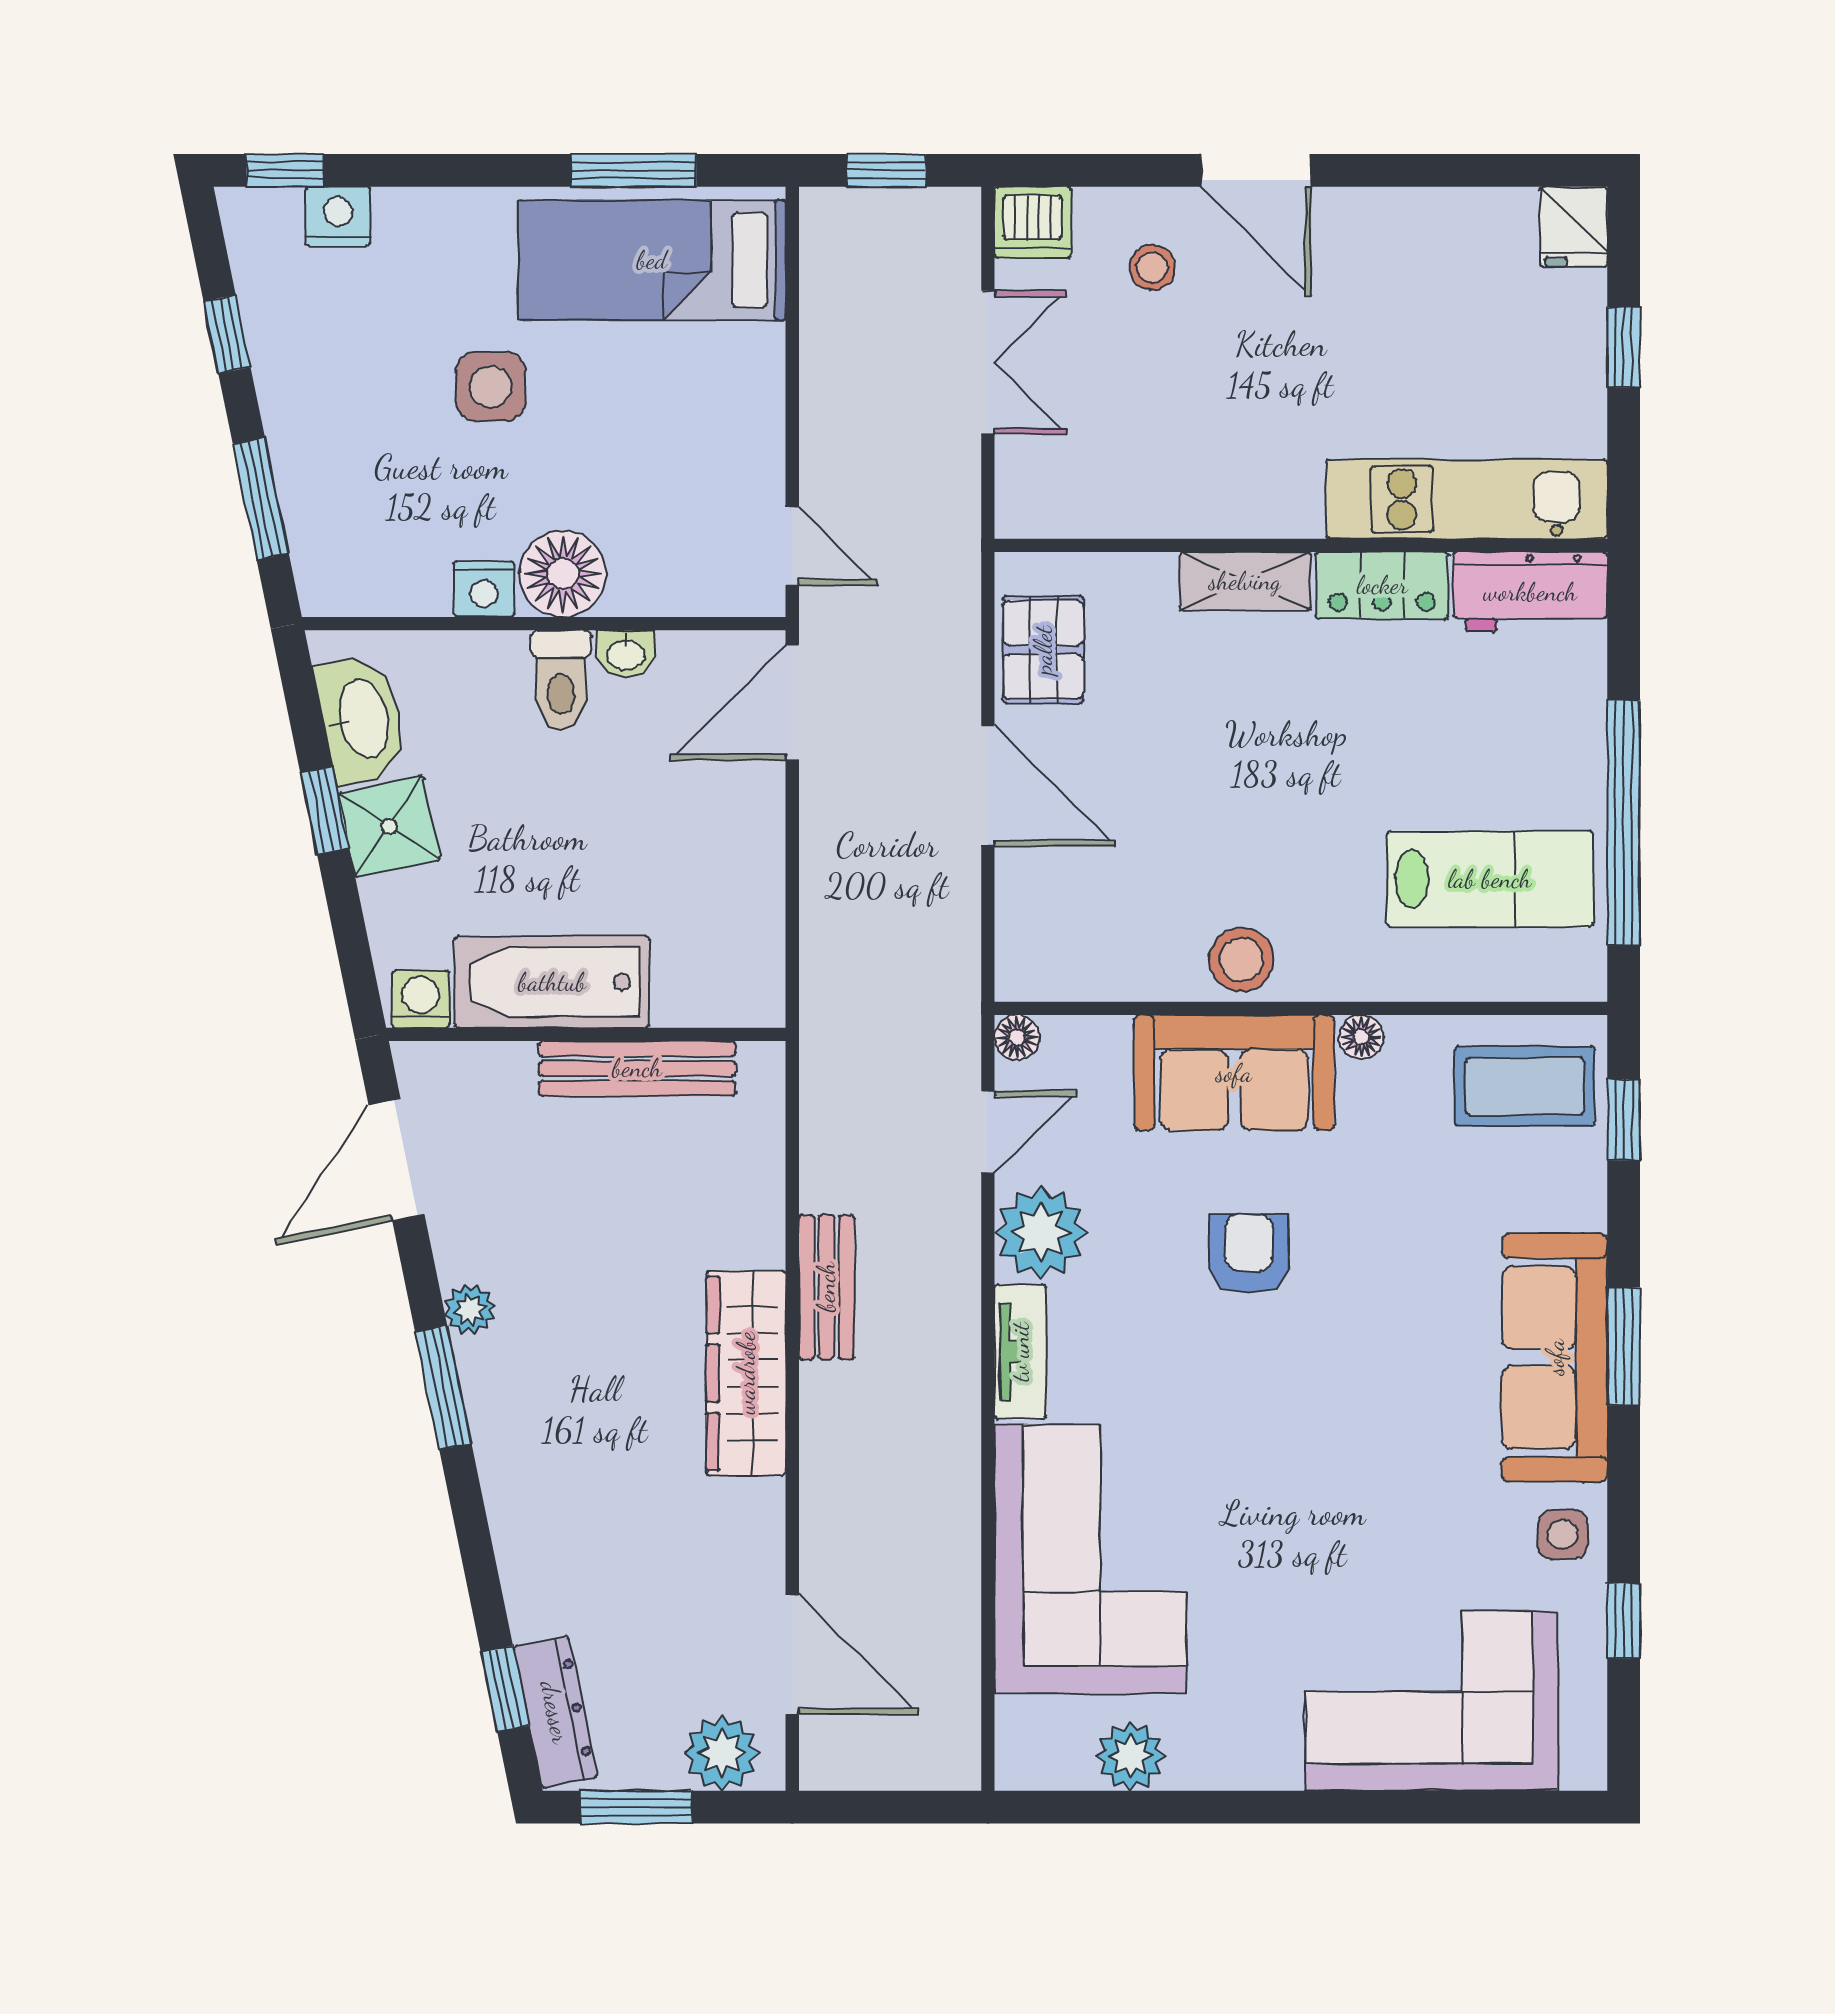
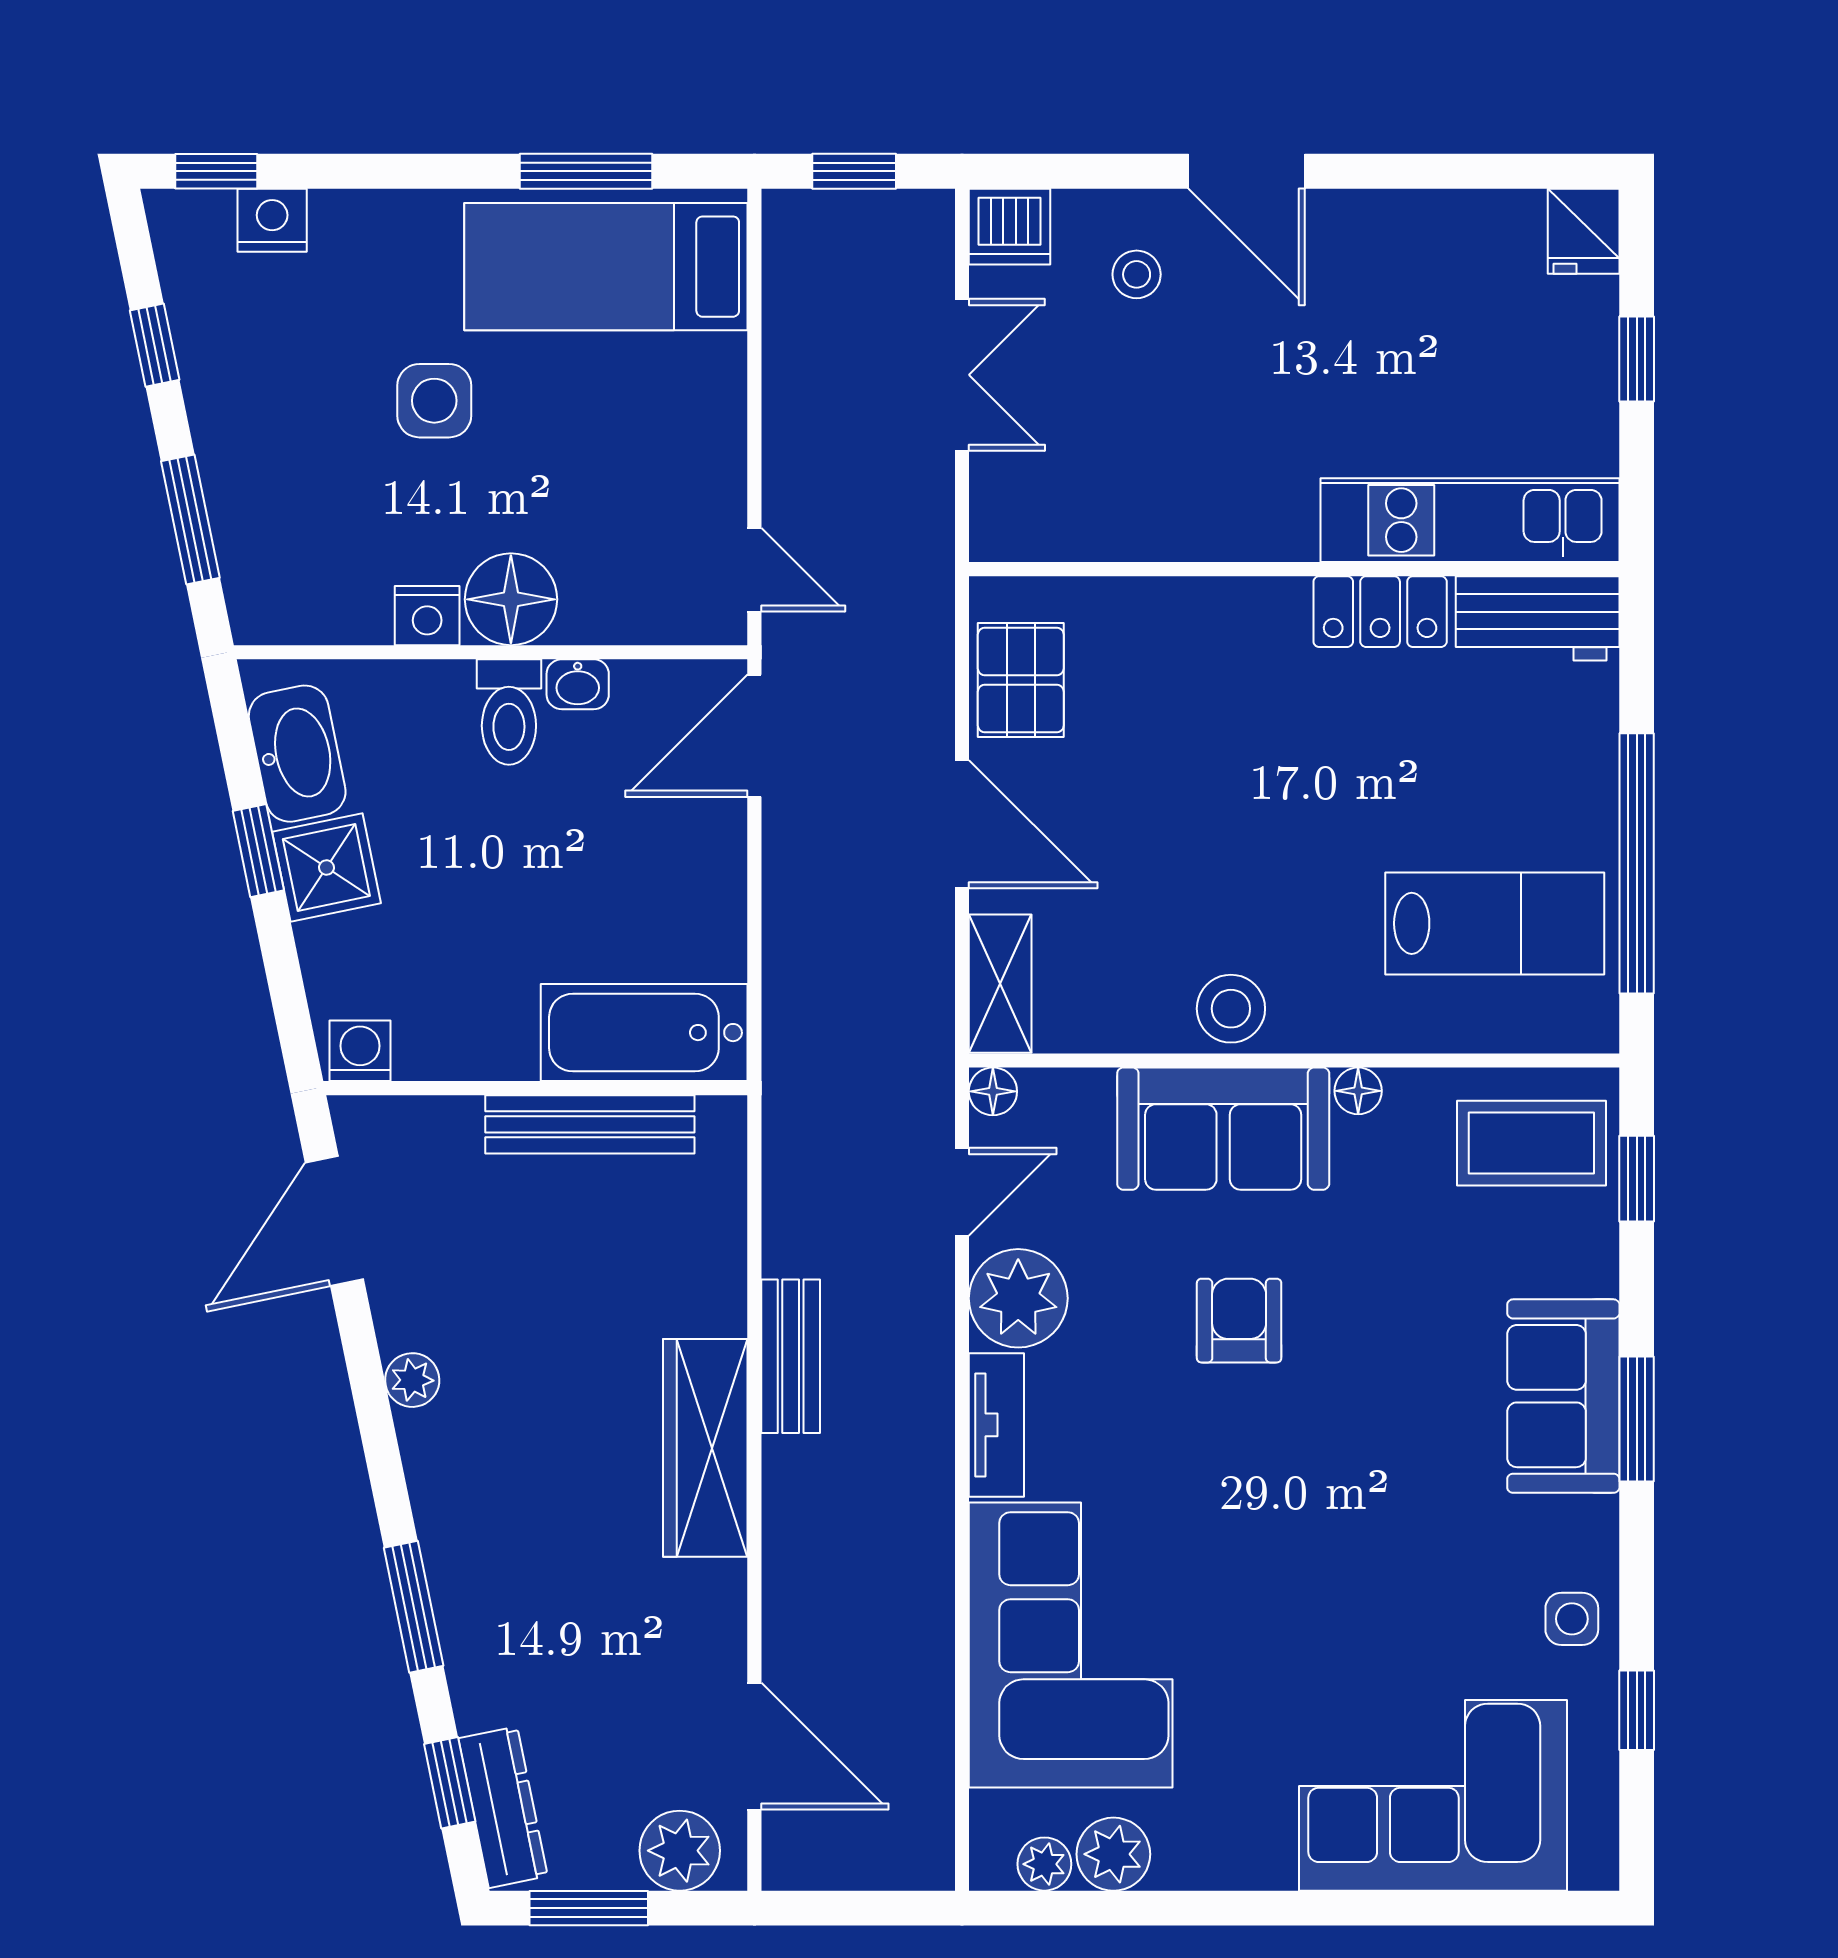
shelving: (1245, 581) -> (1000, 984), moved, turned 90
bathtub: (552, 982) -> (644, 1033), moved
sofa: (1555, 1357) -> (1563, 1396), width x0.73
window: (443, 1388) -> (414, 1607), moved
plant: (1066, 1766) -> (1044, 1864), added

